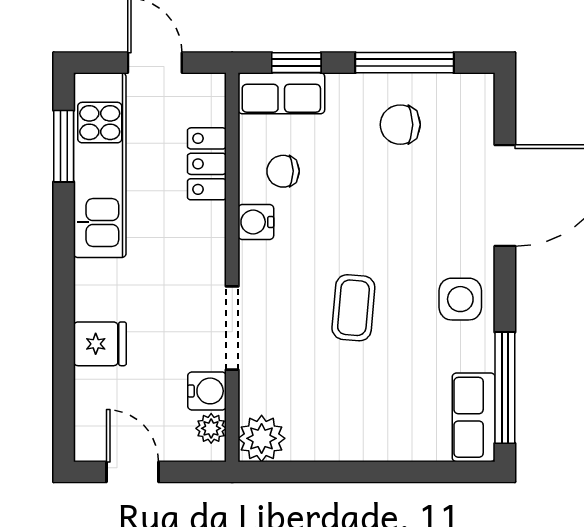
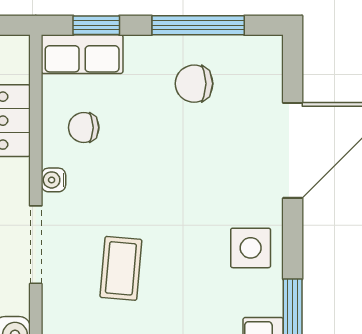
water cooler: (256, 222) -> (53, 180), width x0.72, depth x0.72
coffee table: (353, 308) -> (121, 268), moved
doorway: (232, 328) -> (36, 245), moved

